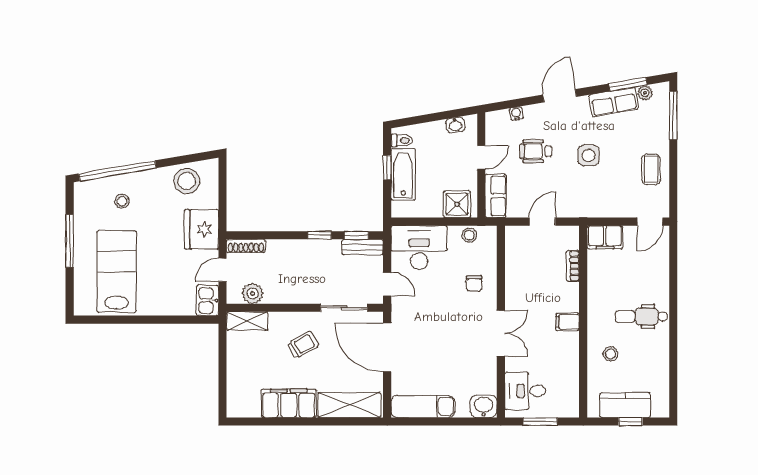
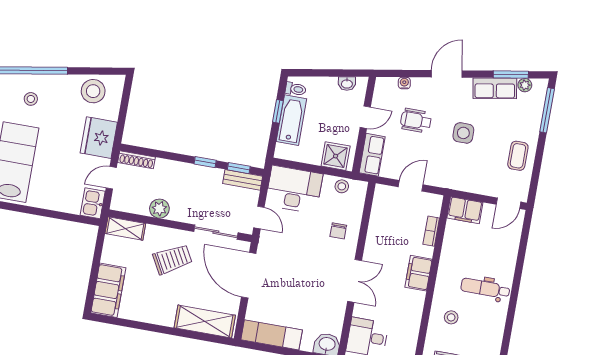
plant: (253, 293) -> (159, 209), moved
filing cabinet: (567, 322) -> (419, 273), width x2.00
trolley: (303, 345) -> (172, 259), width x1.36, depth x1.39
filing cabinet: (289, 403) -> (108, 290), moved, turned 90

